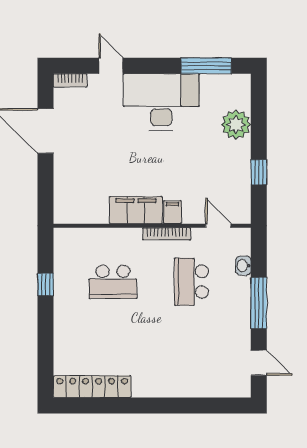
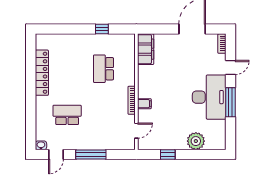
window: (206, 66) -> (230, 102), moved
filing cabinet: (136, 210) -> (146, 49), moved
washbasin: (243, 266) -> (41, 145), moved
school desk: (191, 282) -> (67, 115), moved
locker: (92, 387) -> (42, 73), moved

